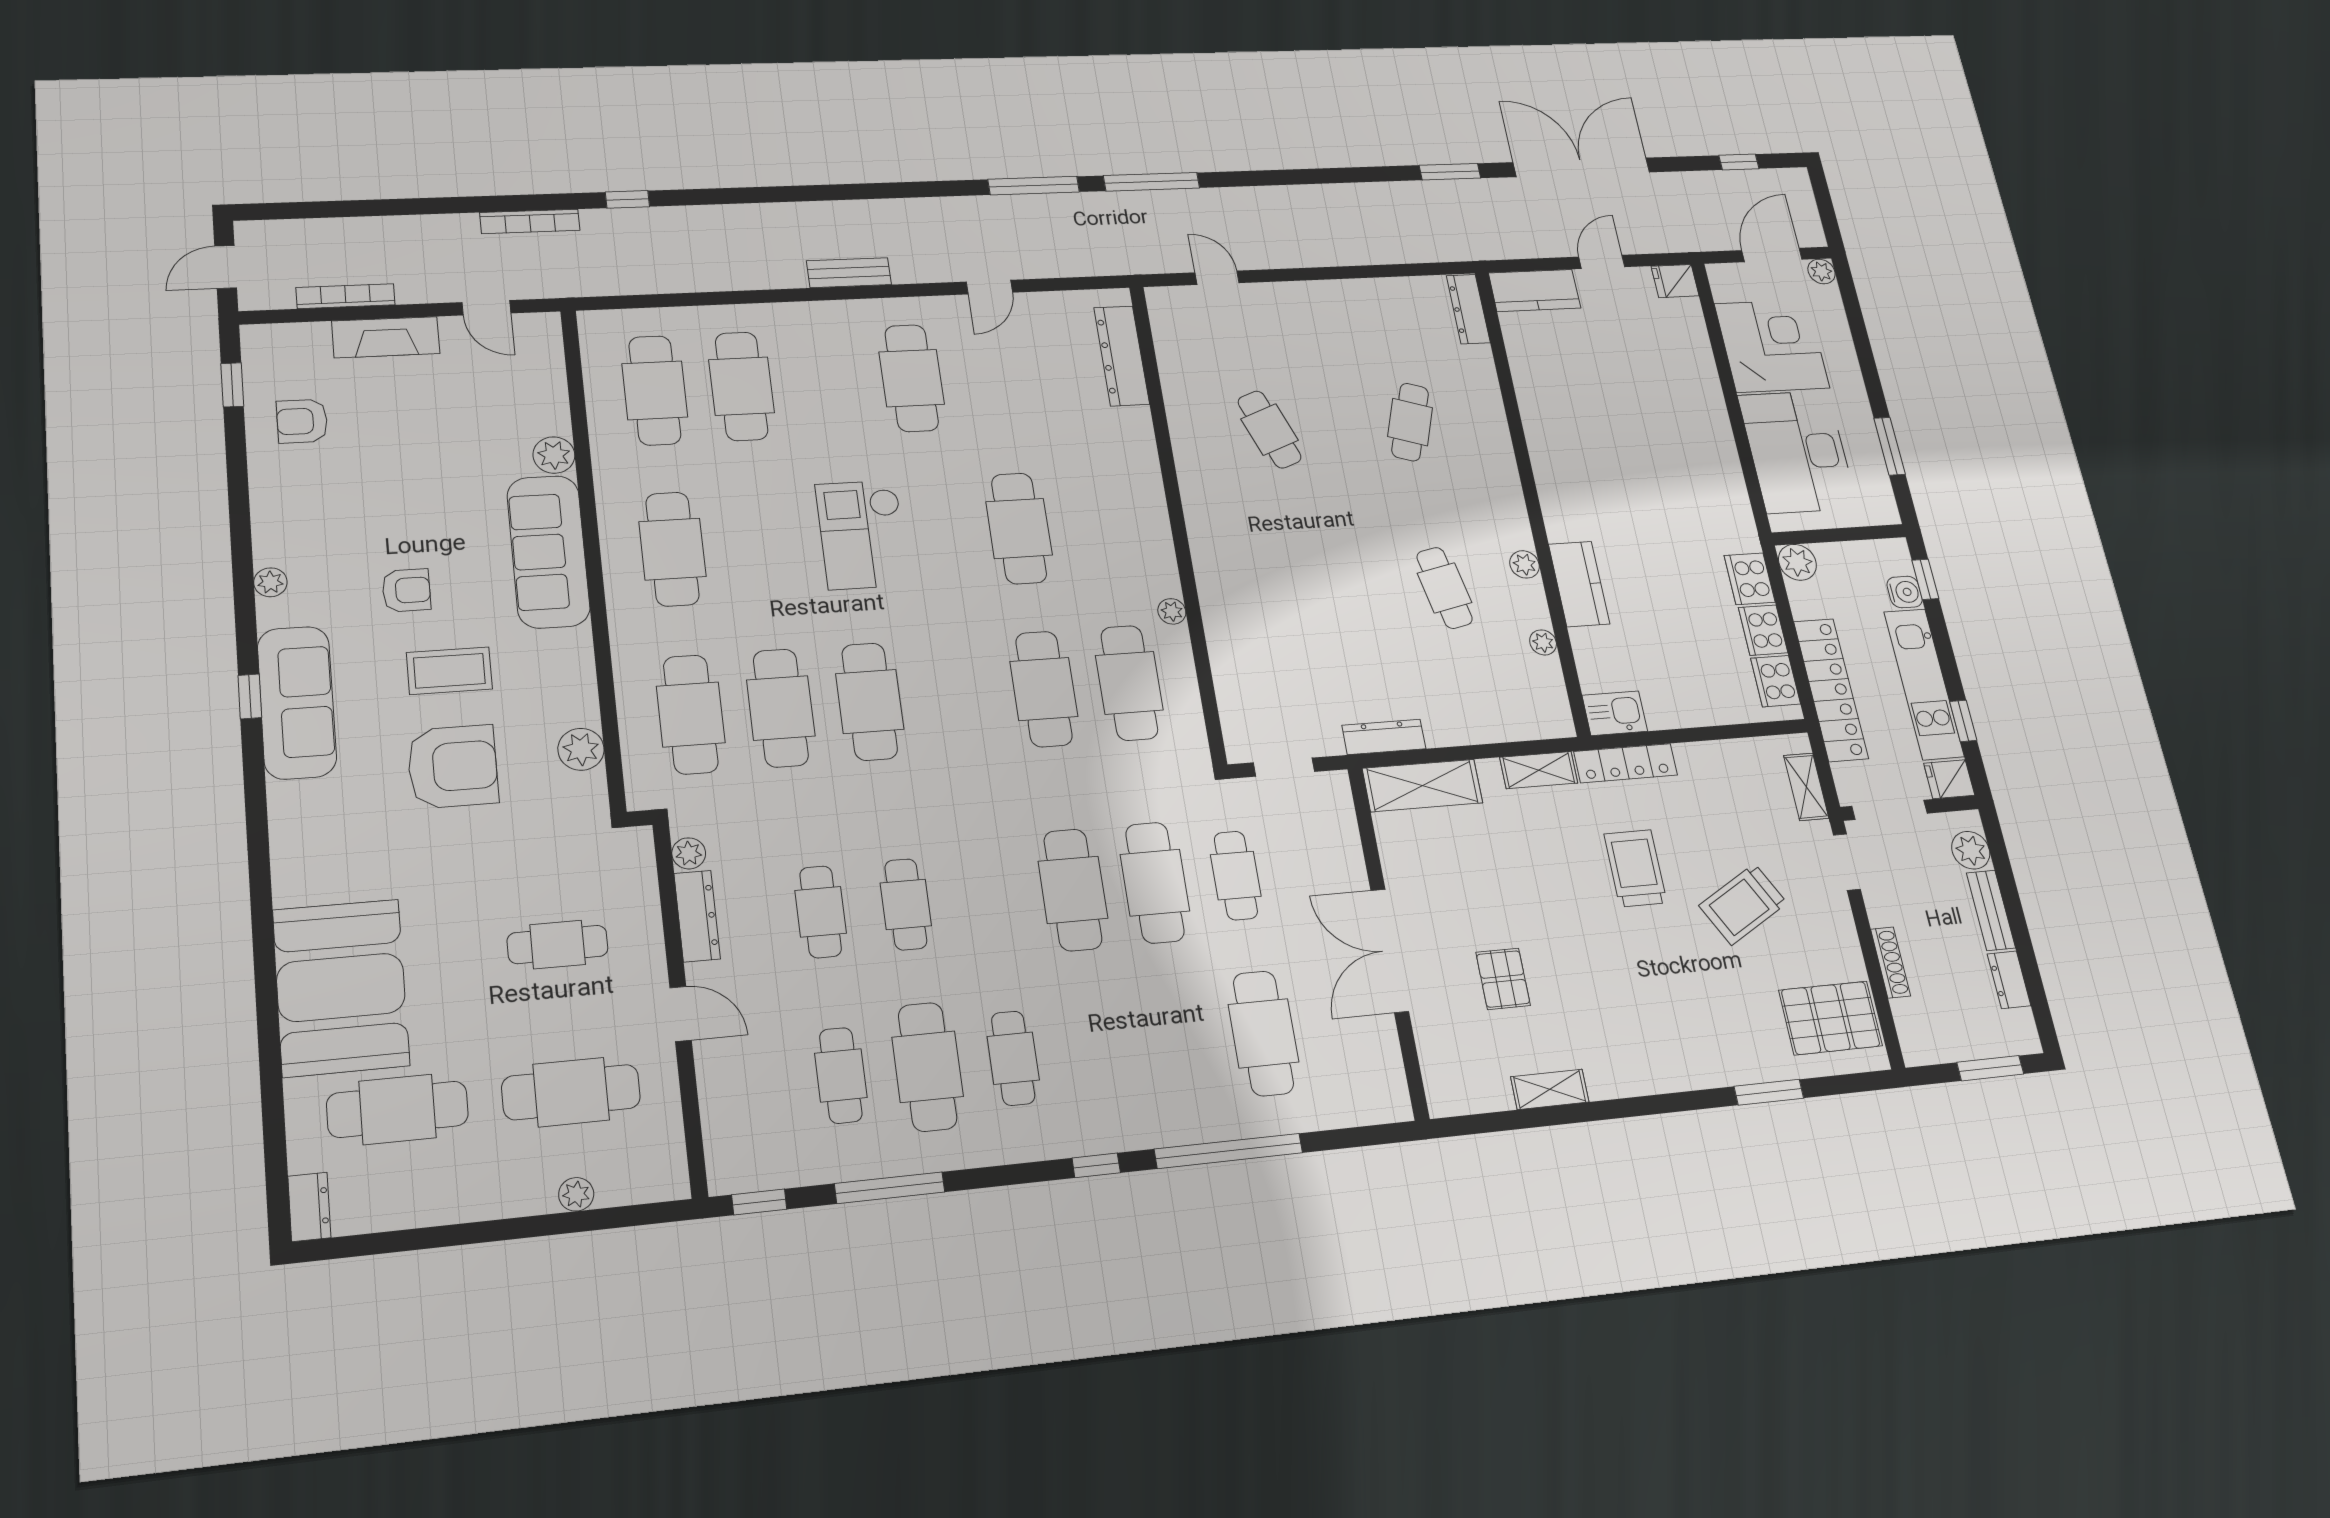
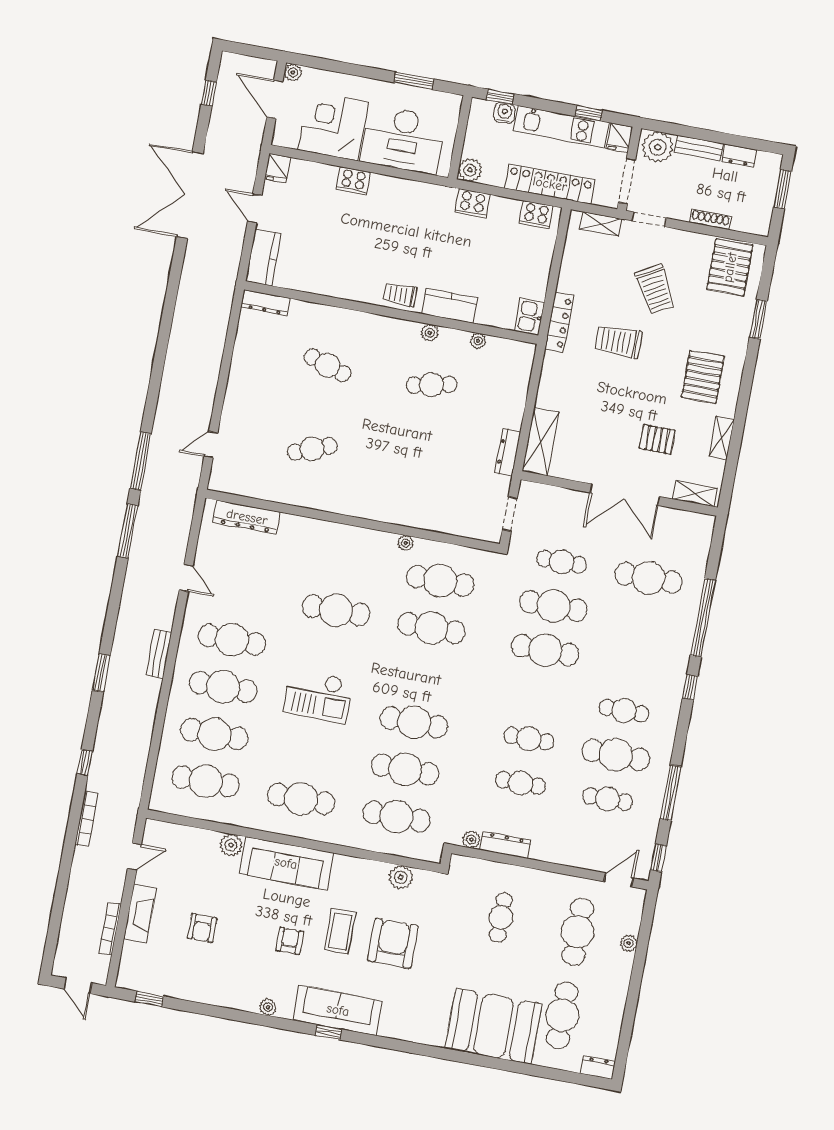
window: (1450, 172) -> (101, 673), moved
cafe table: (827, 382) -> (223, 687), added
armchair: (302, 421) -> (202, 928), moved
trolley: (1565, 504) -> (400, 295), added
cooker: (1763, 630) -> (353, 181), moved
shelving: (1539, 770) -> (695, 494), moved, turned 90
plant: (1971, 850) -> (658, 147), width x1.36, depth x1.36
door: (681, 1014) -> (619, 880), moved
pallet: (1637, 1026) -> (703, 377), added

